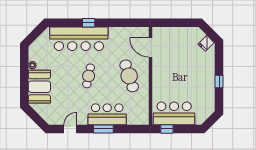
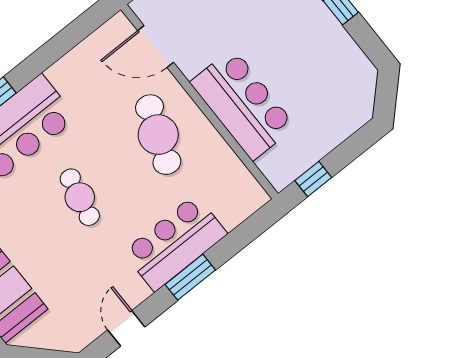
cafe table: (129, 76) -> (158, 135), turned 39
bar counter: (174, 113) -> (243, 104), moved, turned 90

